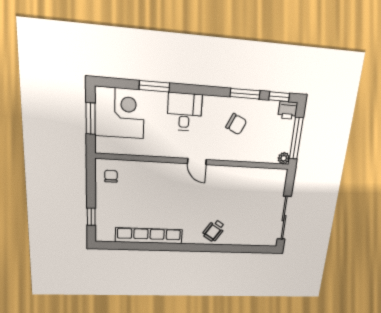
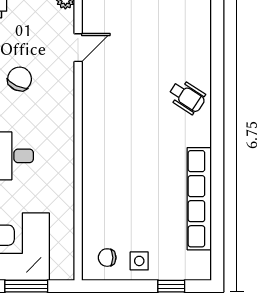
door: (197, 162) -> (78, 48), moved
side table: (108, 197) -> (139, 261), added

